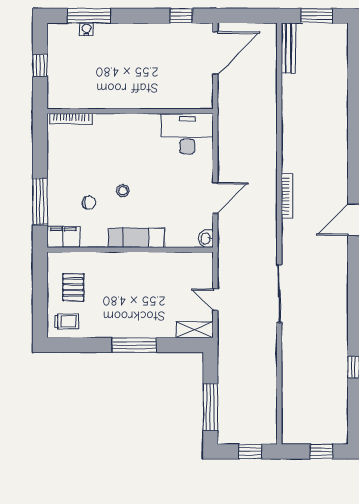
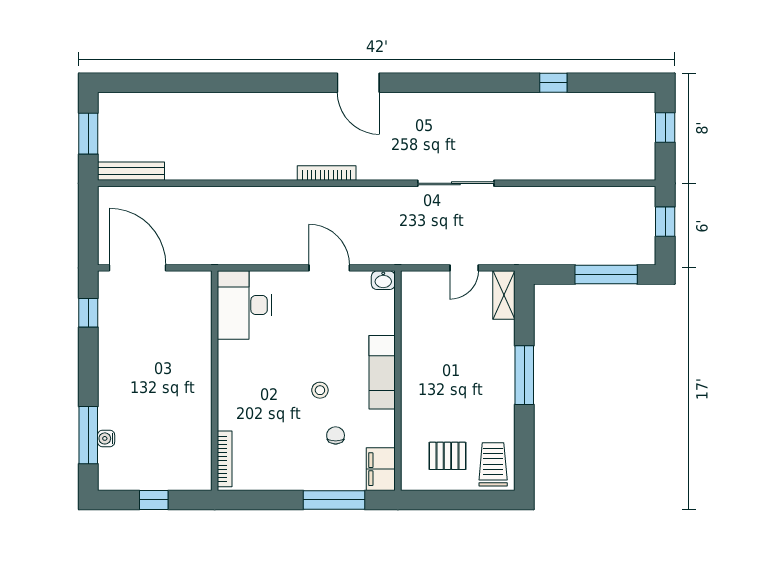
trolley: (67, 322) -> (493, 464), width x1.36, depth x1.39

